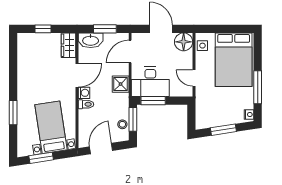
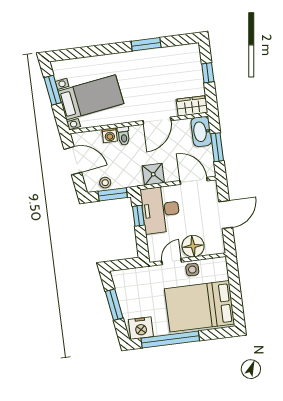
floor lamp: (184, 42) -> (193, 246), moved
side table: (202, 46) -> (192, 270), moved
door: (77, 75) -> (157, 121), hinge flipped
window: (258, 87) -> (170, 339), width x1.46
washing machine: (84, 93) -> (110, 135), moved
window: (153, 101) -> (138, 216), width x0.67
window: (13, 113) -> (146, 44), moved
nightstand: (249, 114) -> (141, 328), width x1.89, depth x1.79

